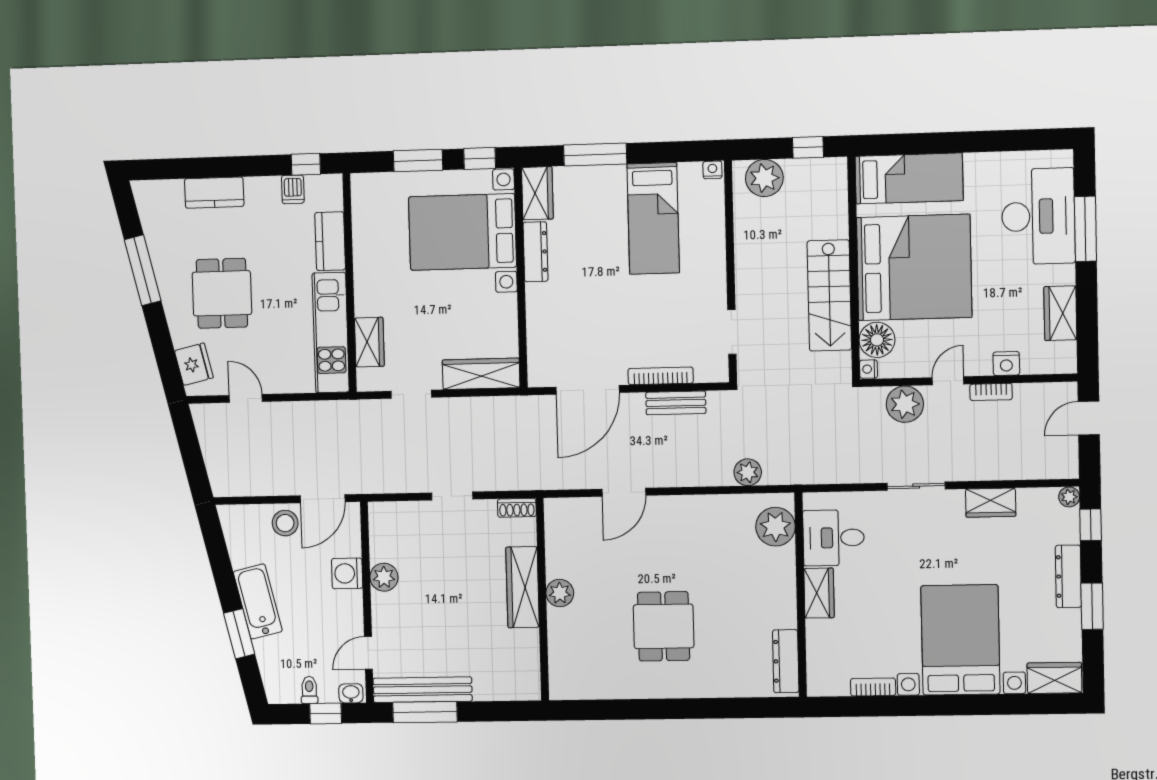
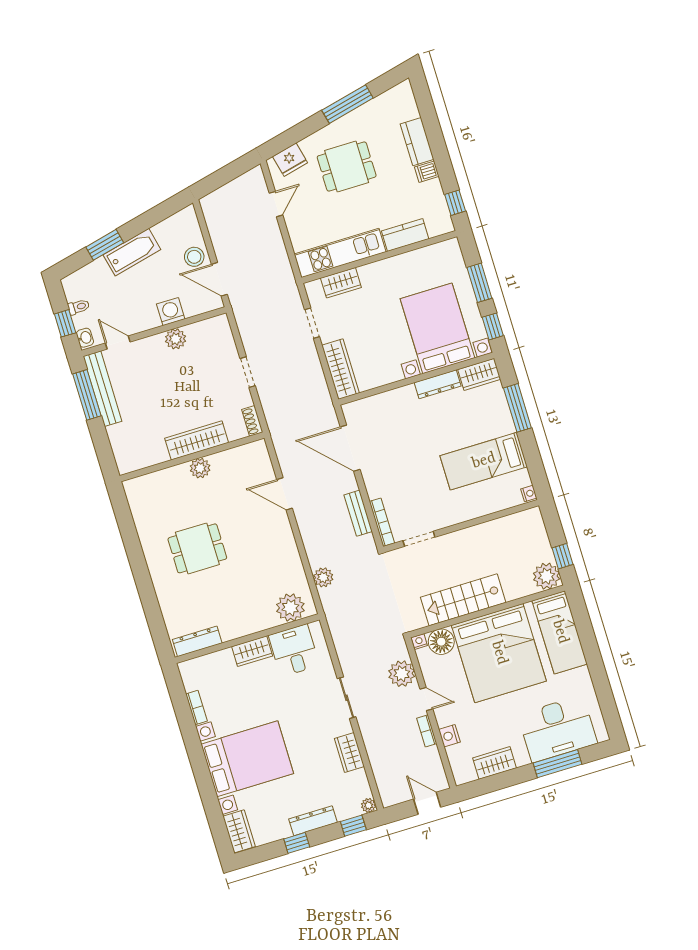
plant: (764, 178) -> (546, 576), moved
dishwasher: (293, 189) -> (427, 172), moved
bookcase: (661, 376) -> (382, 522), moved
window: (1092, 606) -> (297, 843), width x0.67

